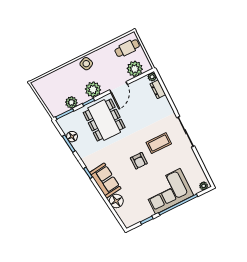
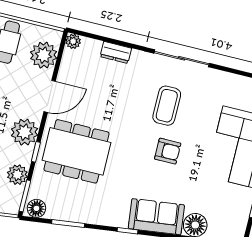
door: (118, 87) -> (50, 96), hinge flipped
dresser: (158, 89) -> (116, 52), moved
floor lamp: (72, 137) -> (36, 208), moved

